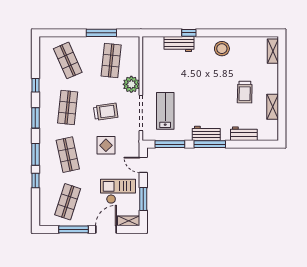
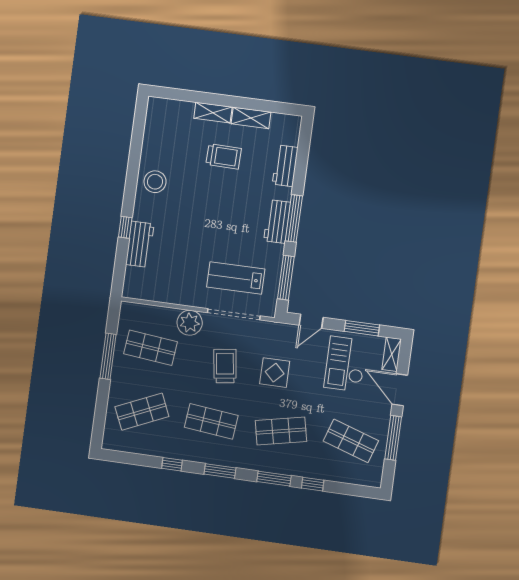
shelving: (273, 51) -> (213, 113), moved

